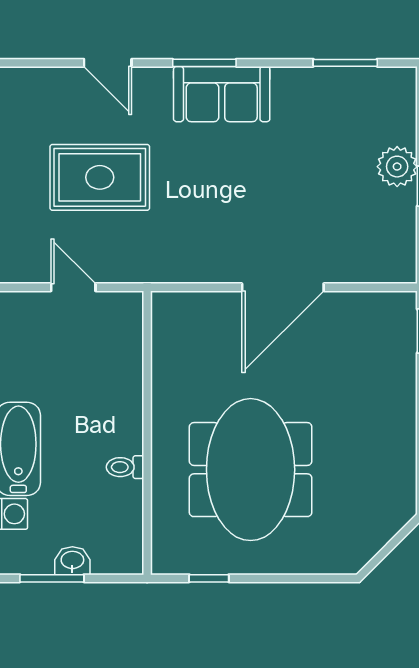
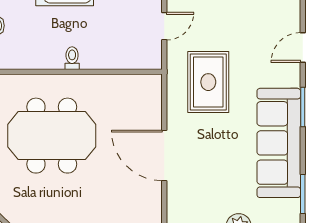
sofa: (222, 94) -> (279, 143), width x1.85, depth x1.27
rug: (100, 177) -> (208, 82), moved
toilet: (125, 467) -> (72, 58), moved

